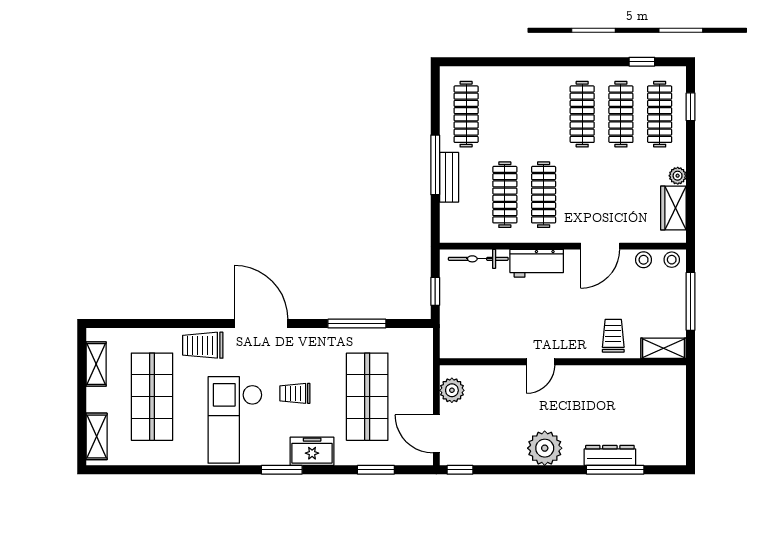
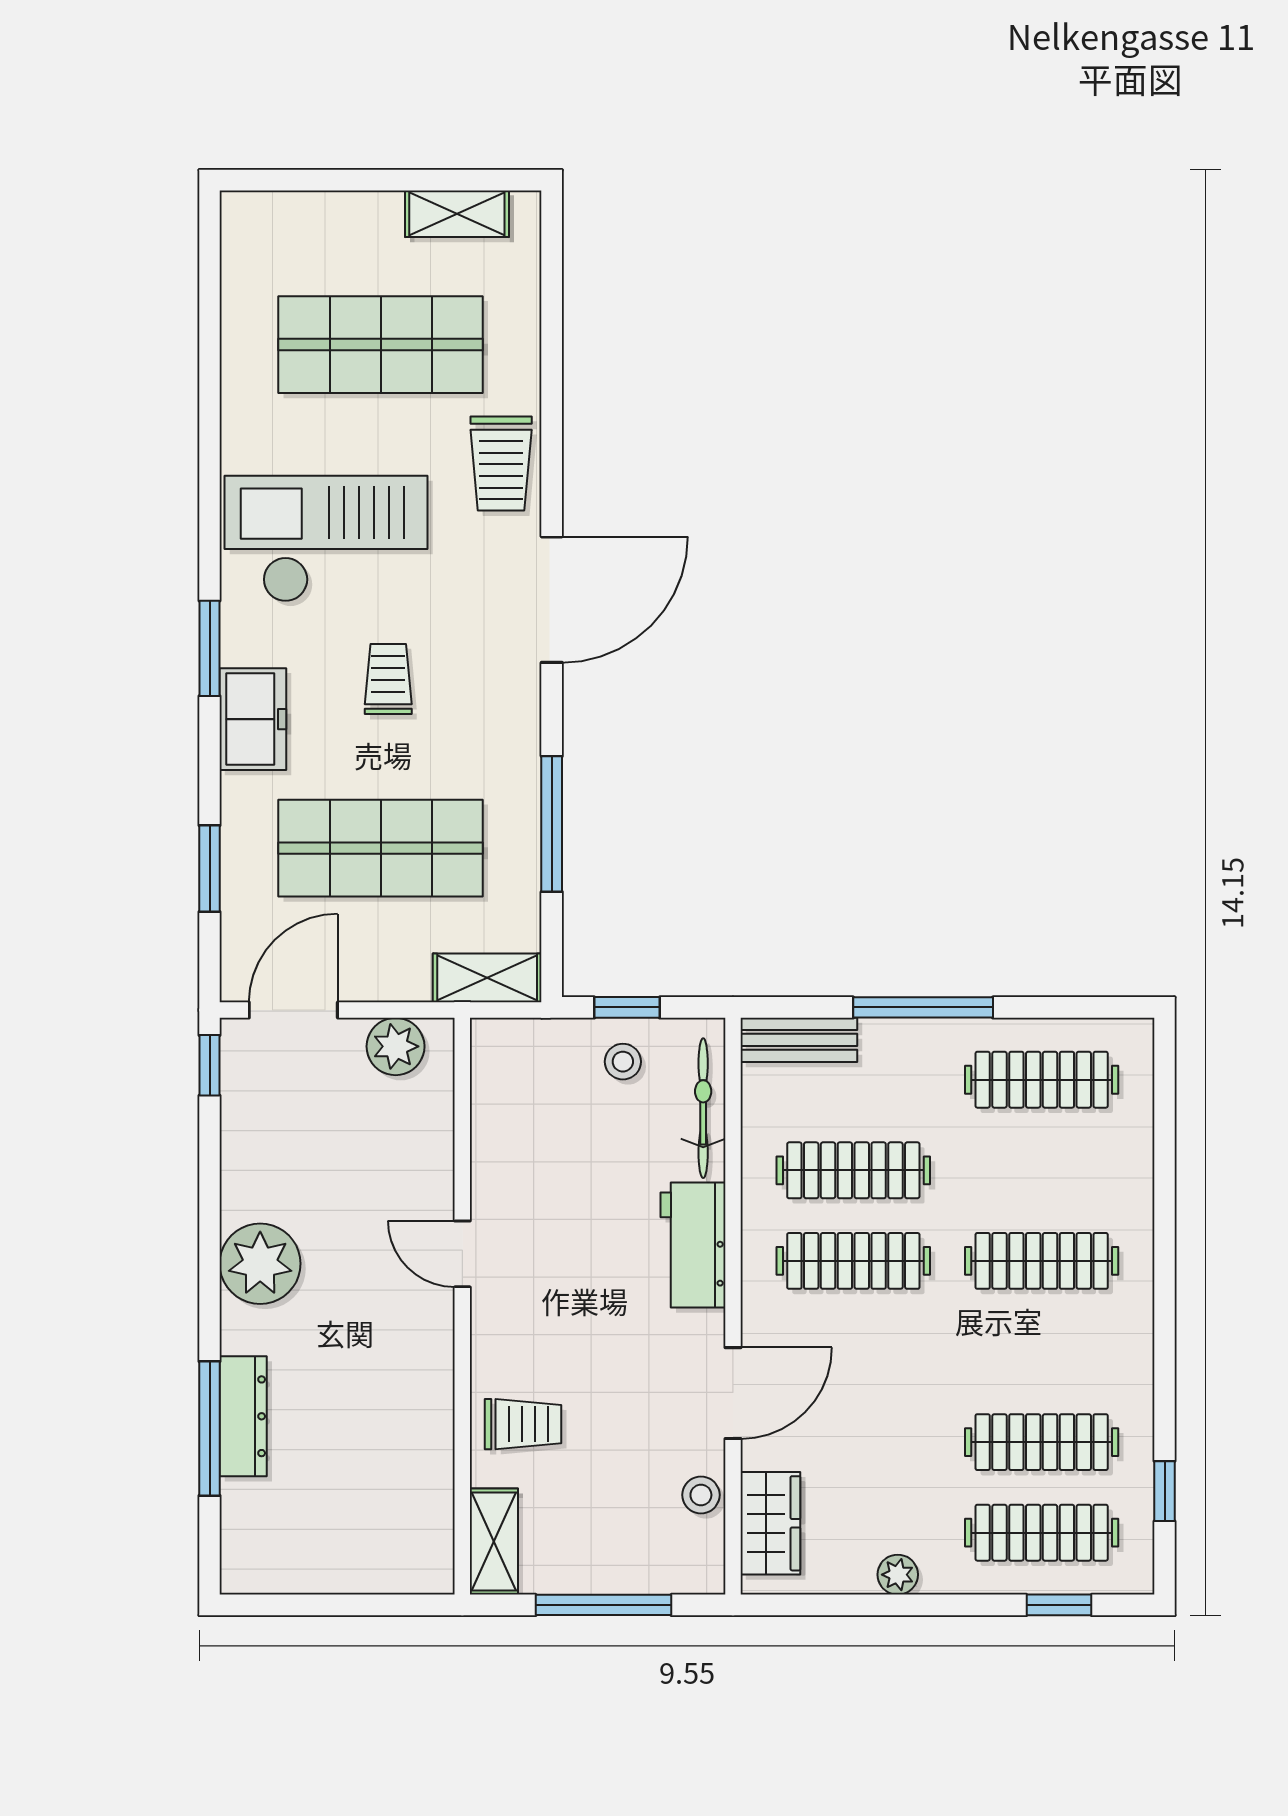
clothes rail: (582, 114) -> (1042, 1261), moved
bench: (449, 177) -> (799, 1040), moved
wardrobe: (673, 208) -> (770, 1523), moved, turned 90
door: (600, 246) -> (733, 1393), swing flipped
stool: (672, 260) -> (623, 1062), moved
trolley: (203, 345) -> (501, 464), turned 180
shelving: (97, 436) -> (487, 978), moved

